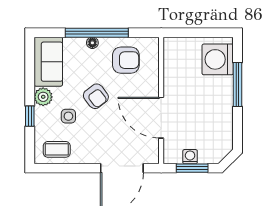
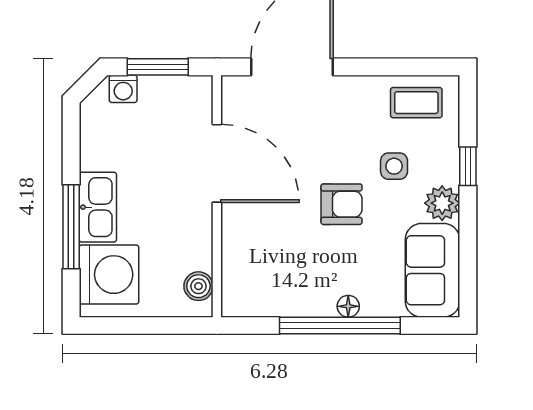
boiler: (171, 53) -> (198, 286), added
armchair: (126, 60) -> (284, 273), removed
kitchen sink: (223, 95) -> (98, 207), added
armchair: (96, 96) -> (342, 204), turned 127
washing machine: (190, 157) -> (123, 89), moved

